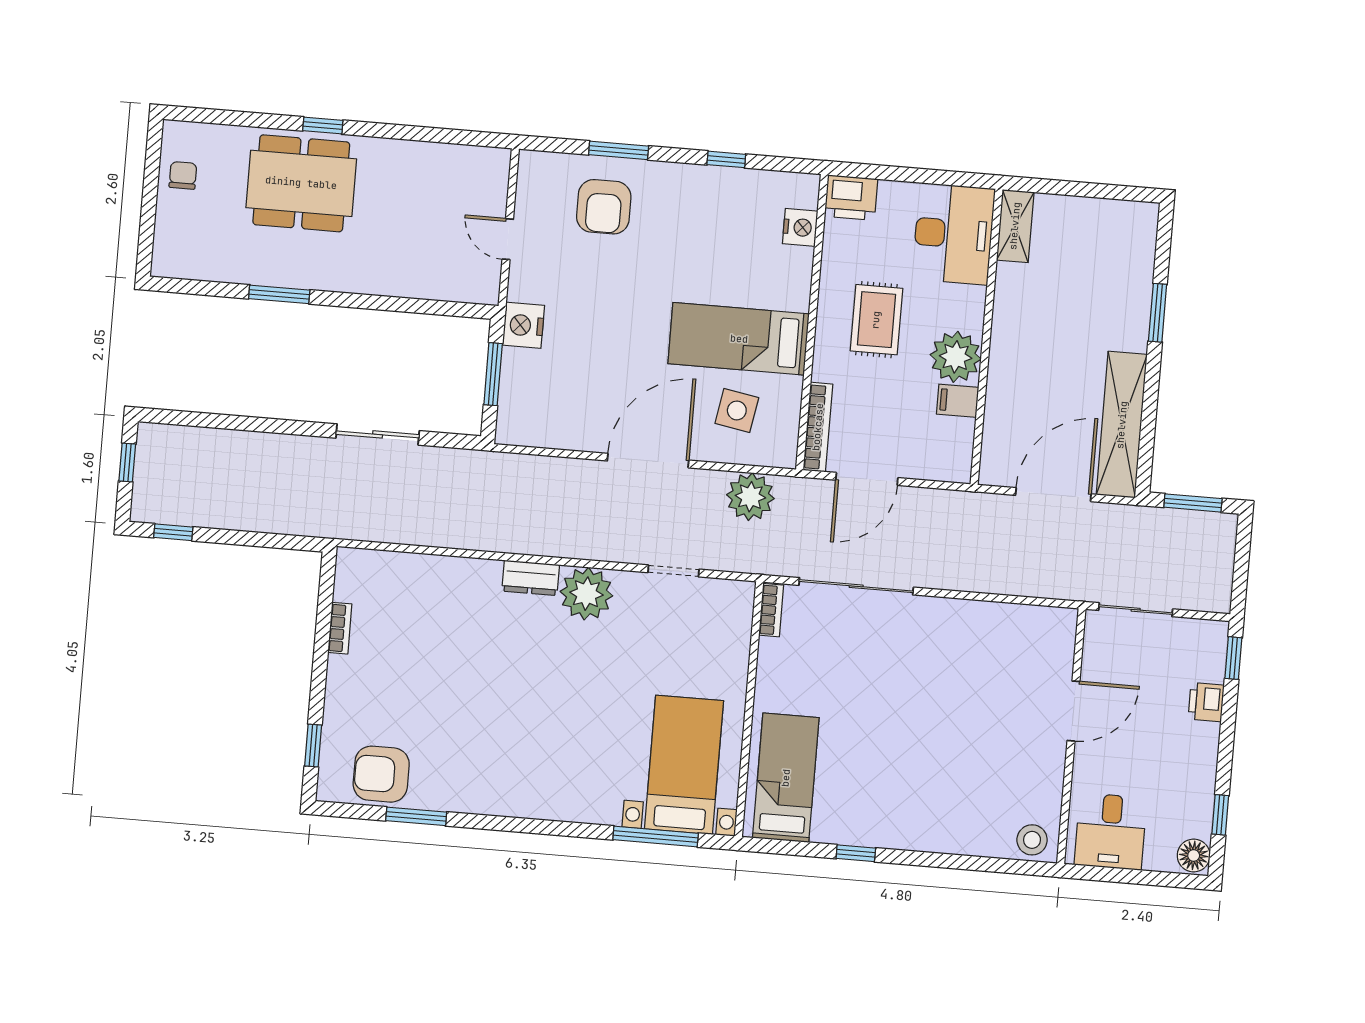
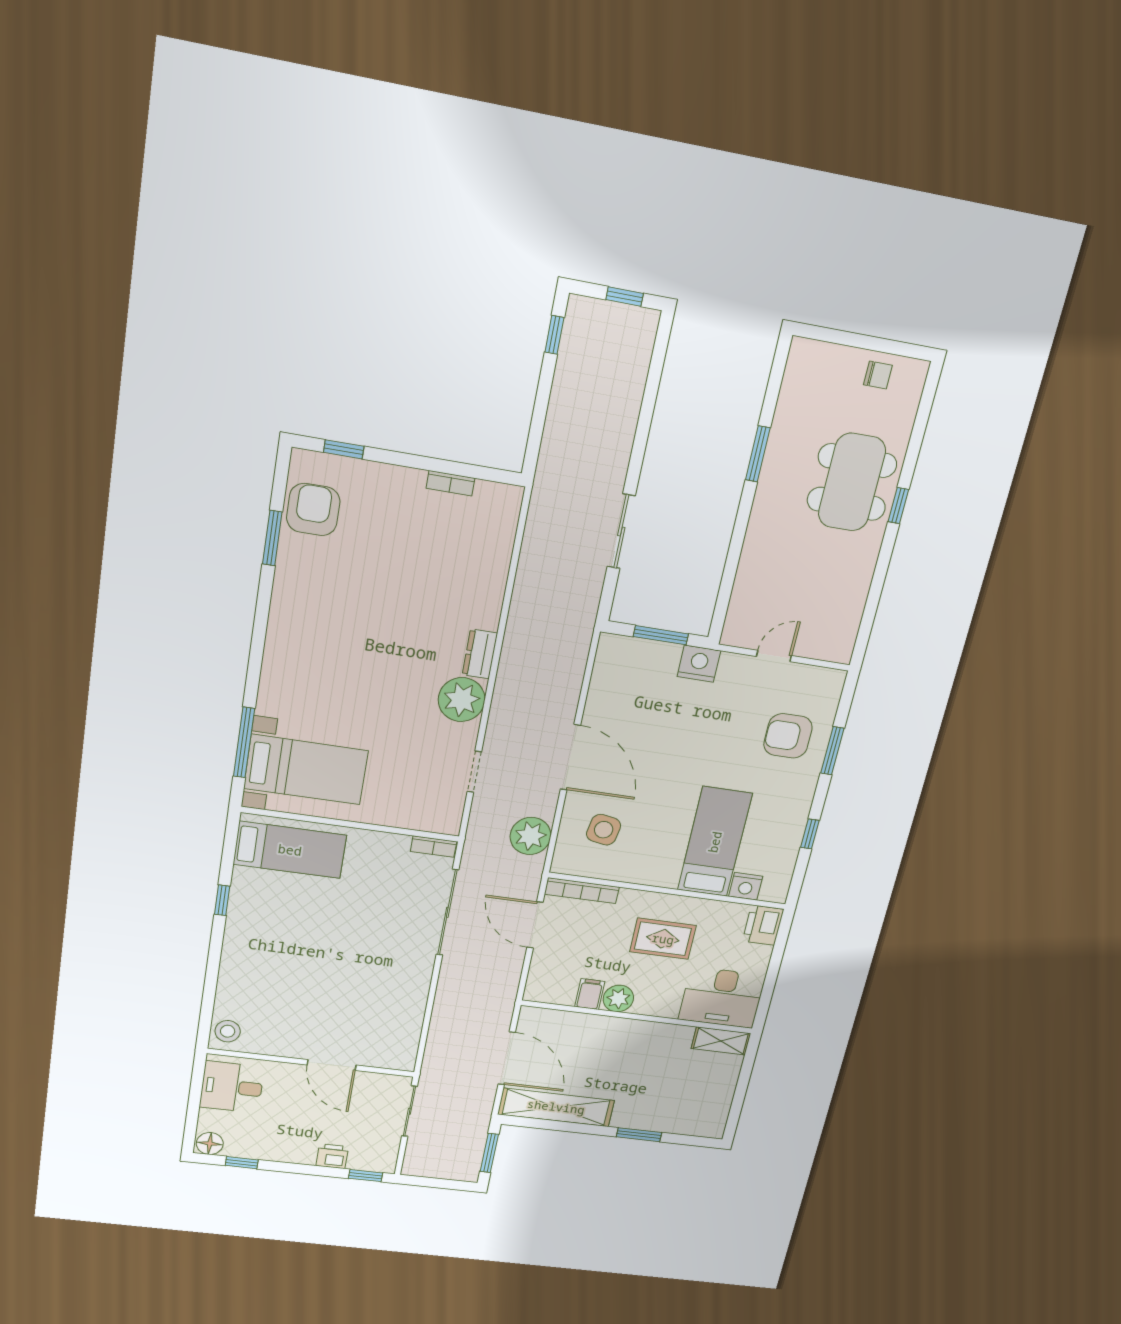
bed: (739, 339) -> (715, 842), moved
plant: (956, 357) -> (618, 999), width x0.73, depth x0.73

